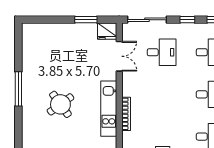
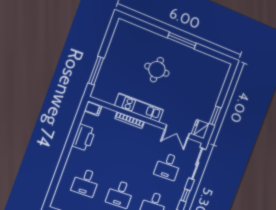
round table: (60, 104) -> (157, 70), turned 36

